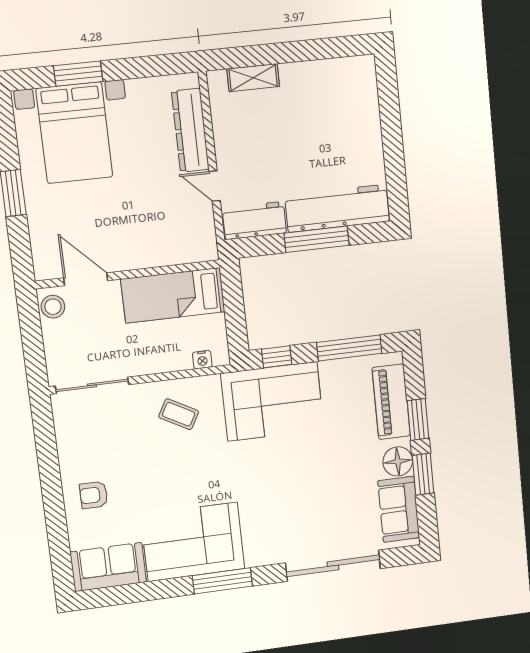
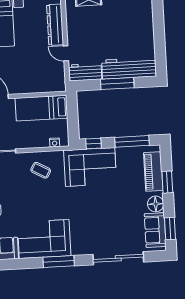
window: (423, 474) -> (170, 229), moved

